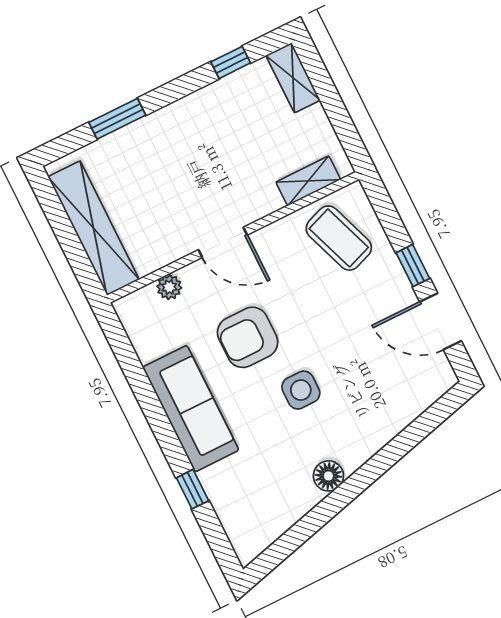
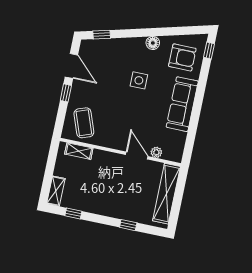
window: (117, 119) -> (128, 225), width x0.67
door: (223, 242) -> (137, 156), moved
armchair: (248, 337) -> (182, 57), moved
window: (431, 419) -> (102, 35), added
window: (192, 489) -> (209, 50), moved

